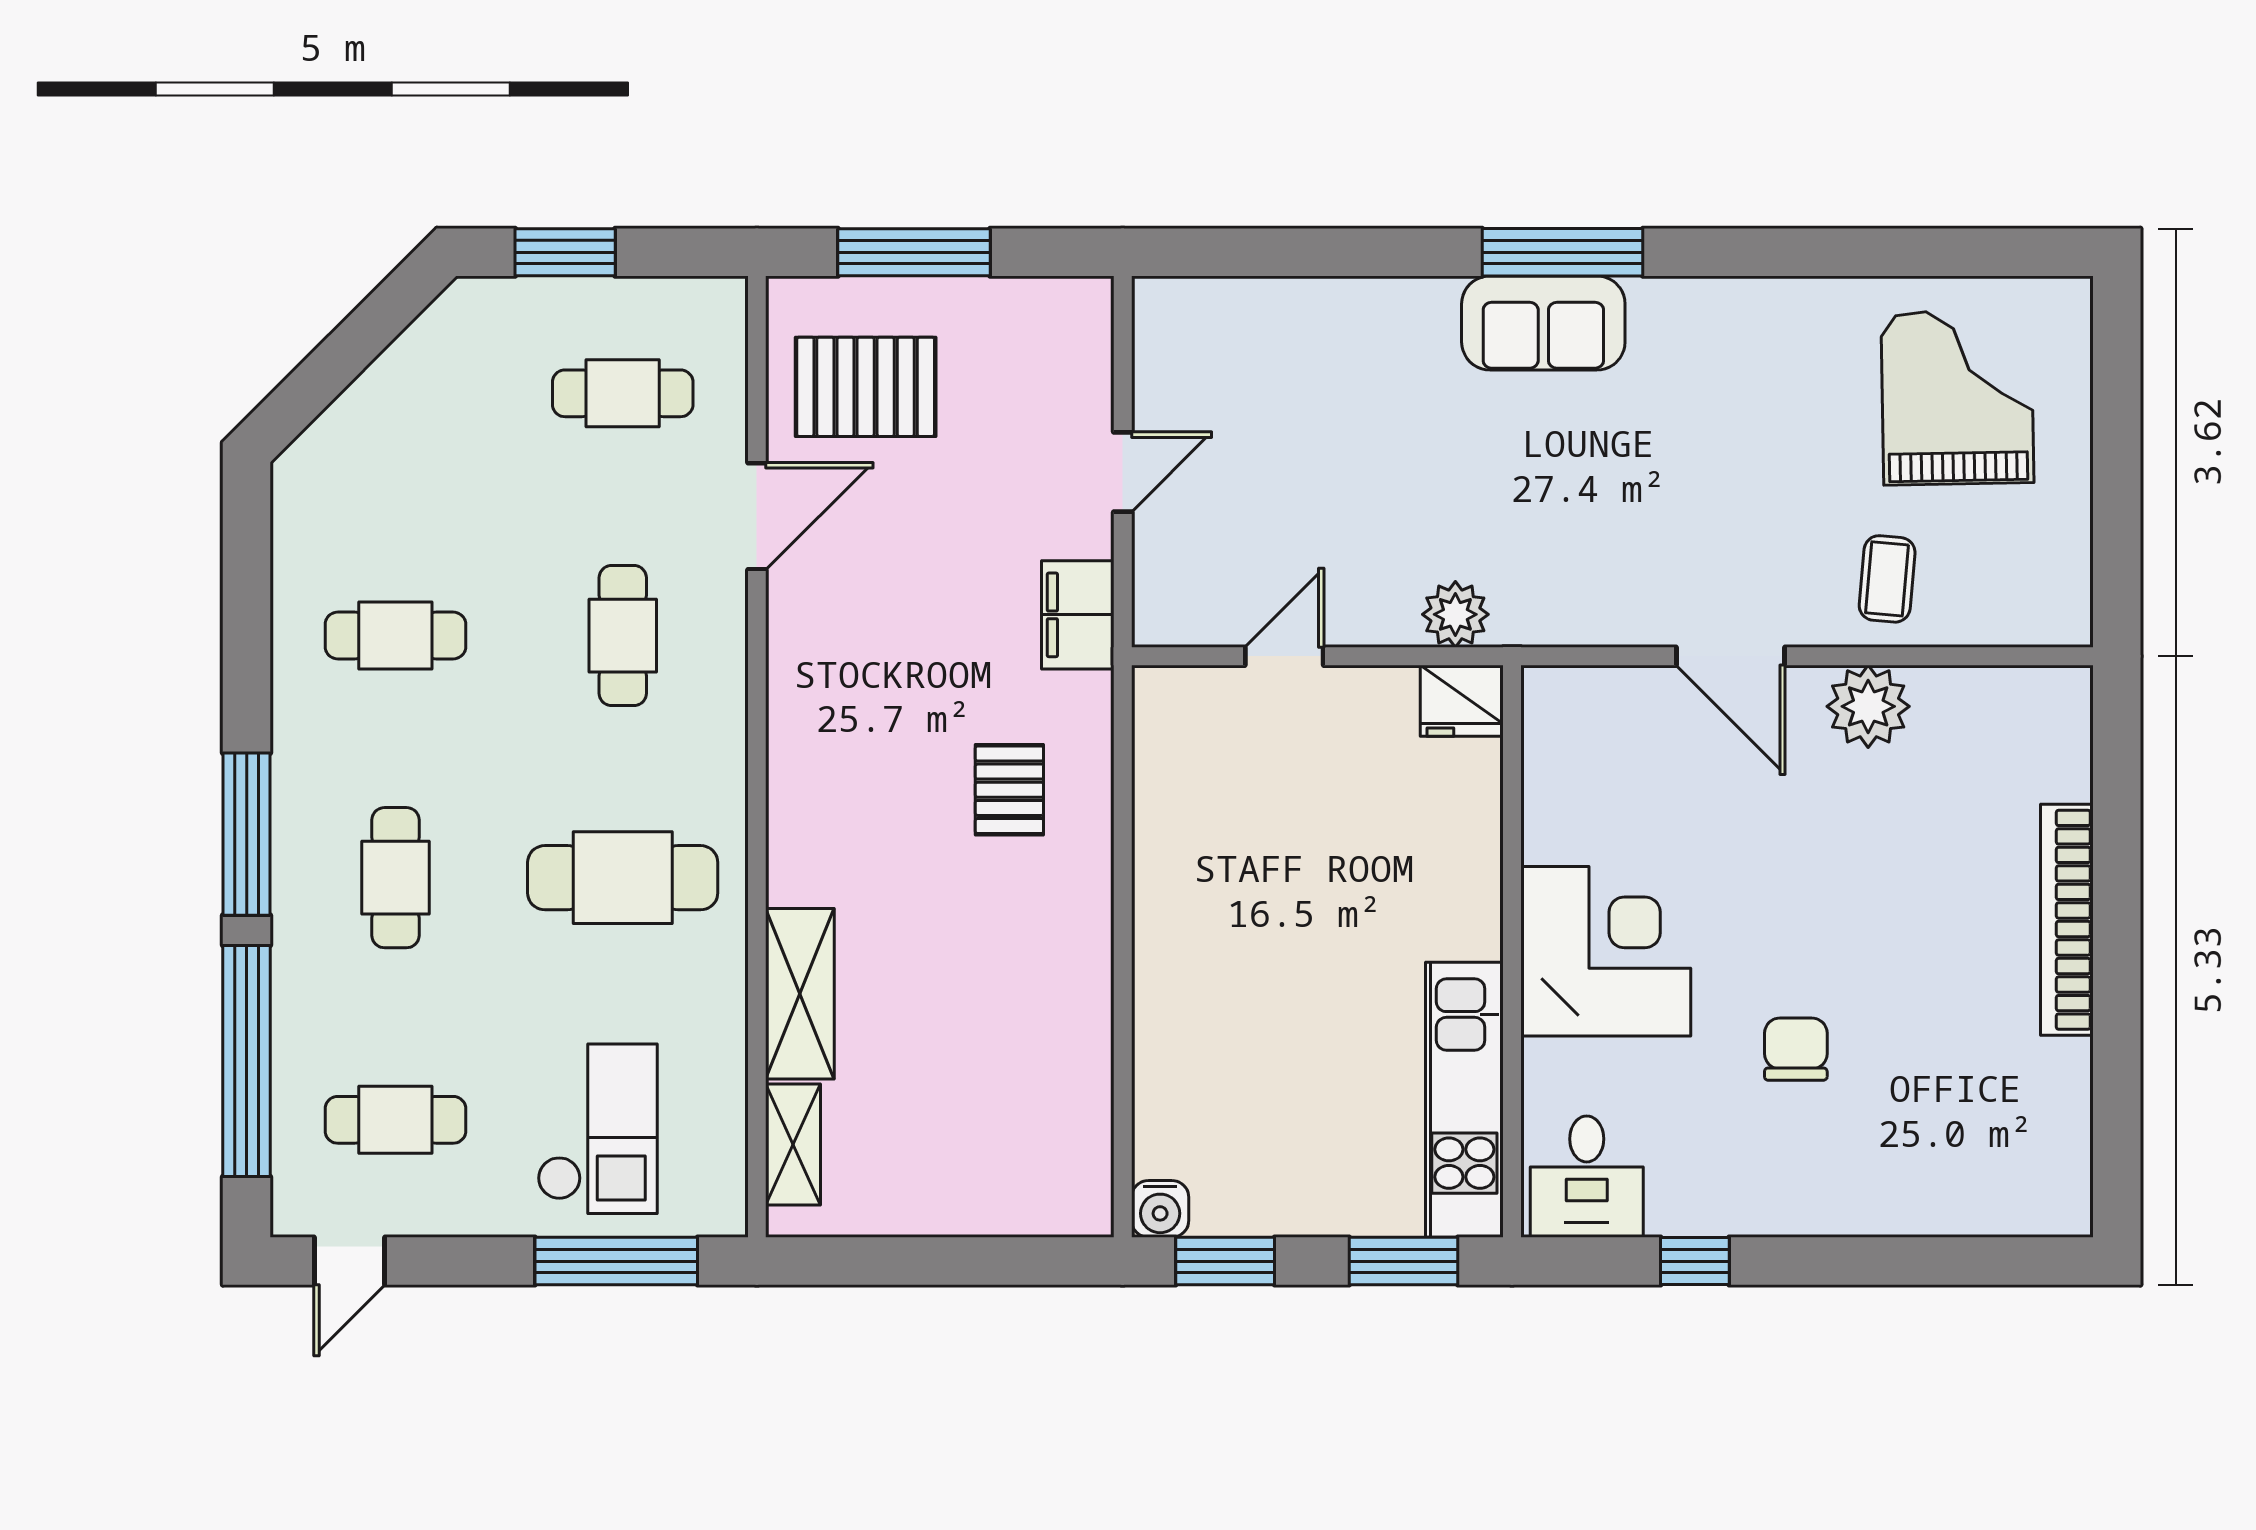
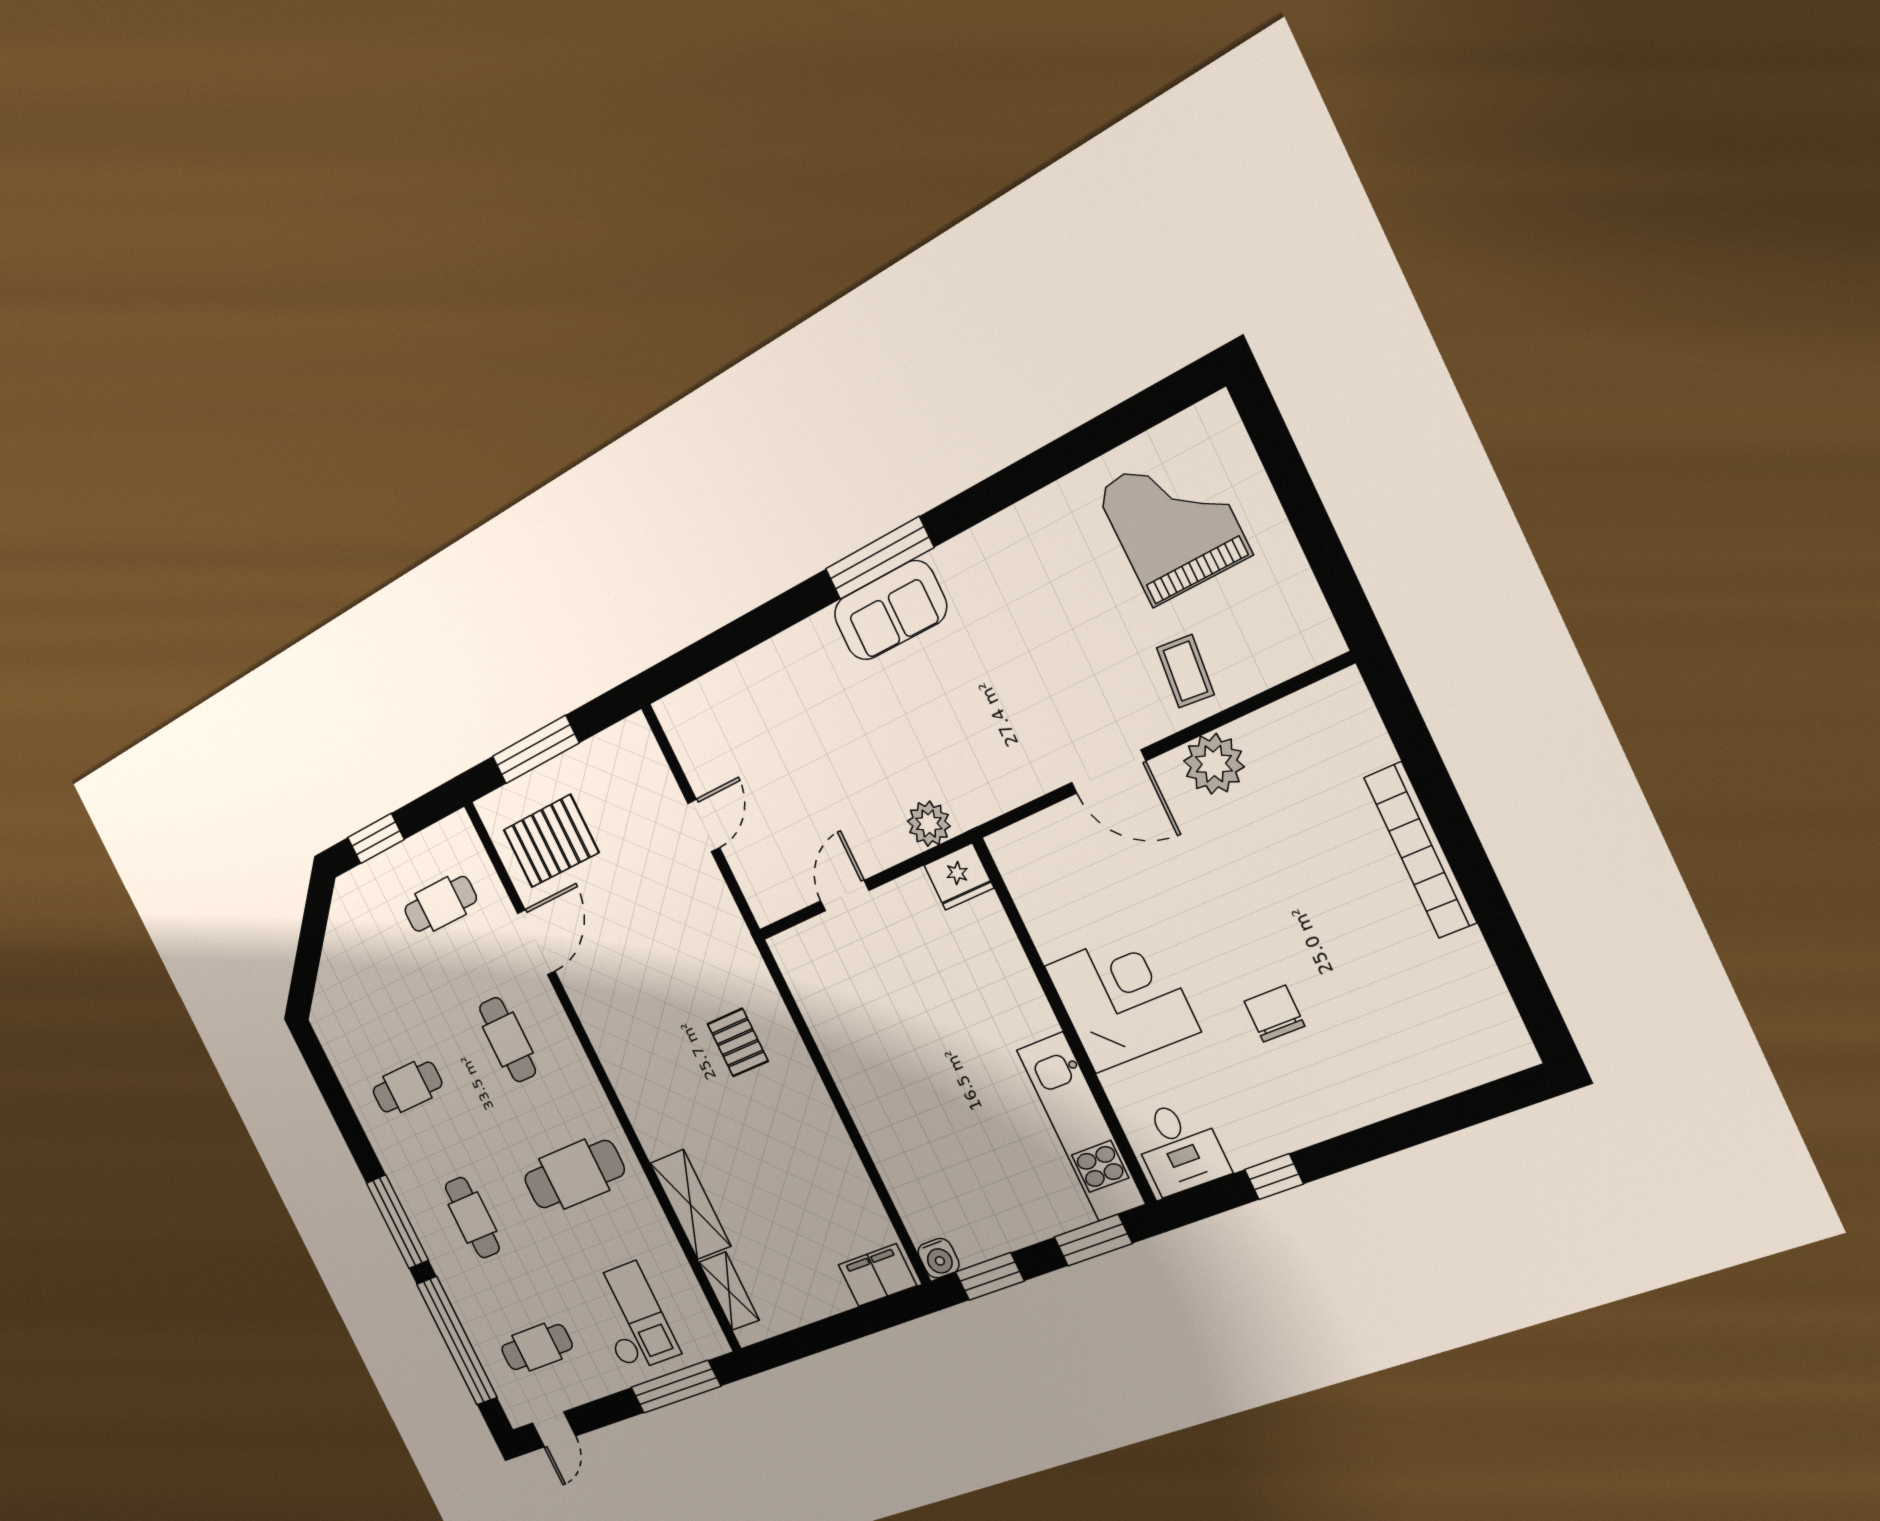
filing cabinet: (1078, 615) -> (877, 1275), moved, turned 90

